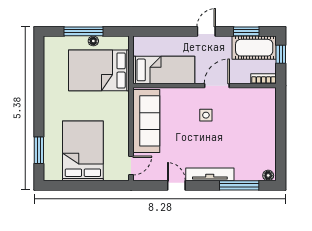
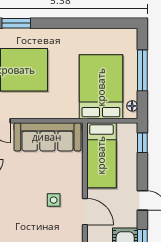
window: (152, 31) -> (142, 143), added
floor lamp: (93, 41) -> (132, 106), moved

